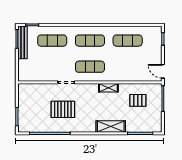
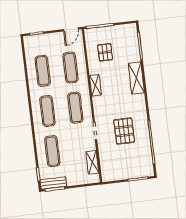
bench: (23, 42) -> (53, 183), width x0.73
exercise mat: (128, 67) -> (71, 68), added
shelving: (37, 76) -> (92, 162), added

